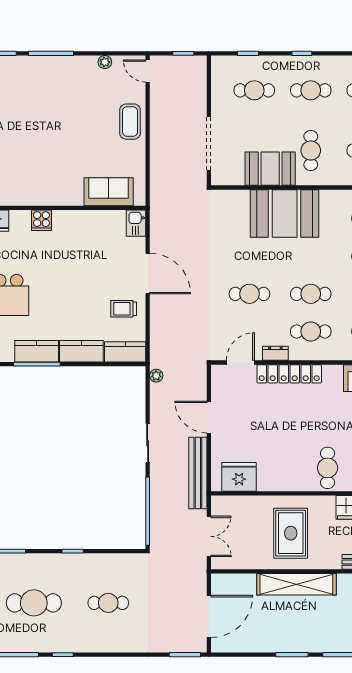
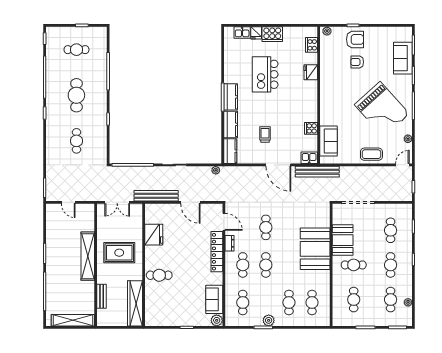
grand piano: (57, 105) -> (382, 109), added
bench: (159, 210) -> (317, 172), added
cooker: (41, 220) -> (311, 128), moved
door: (148, 273) -> (278, 165), hinge flipped
trolley: (124, 309) -> (265, 134), moved
door: (209, 417) -> (190, 202), swing flipped
fridge: (239, 477) -> (154, 235), moved
door: (209, 616) -> (68, 202), width x0.53

